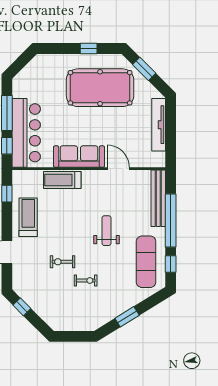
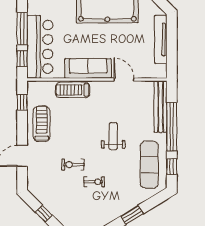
window: (22, 307) -> (44, 214), moved

